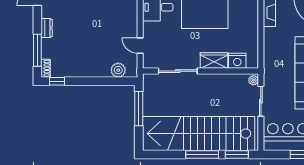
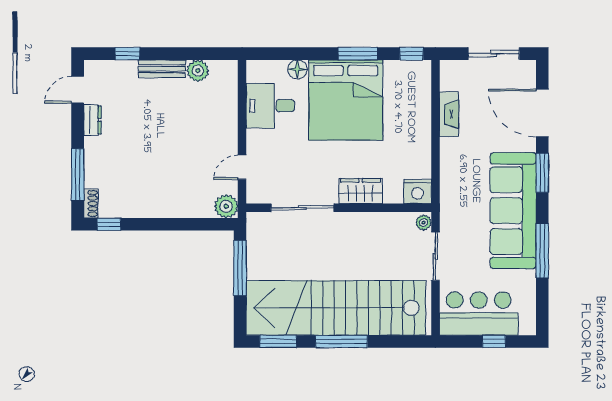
dresser: (47, 28) -> (92, 120), moved
door: (140, 46) -> (242, 167), hinge flipped
nightstand: (237, 61) -> (418, 191), moved
plant: (118, 70) -> (226, 206), moved
window: (237, 155) -> (278, 341), moved

